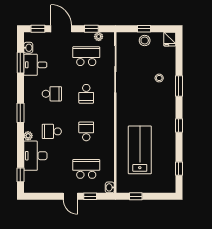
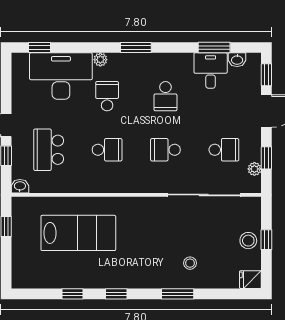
school desk: (86, 56) -> (224, 150), width x0.54
desk: (35, 156) -> (61, 76), width x1.36, depth x1.30
school desk: (86, 169) -> (49, 150), turned 180
window: (179, 169) -> (73, 294), moved

